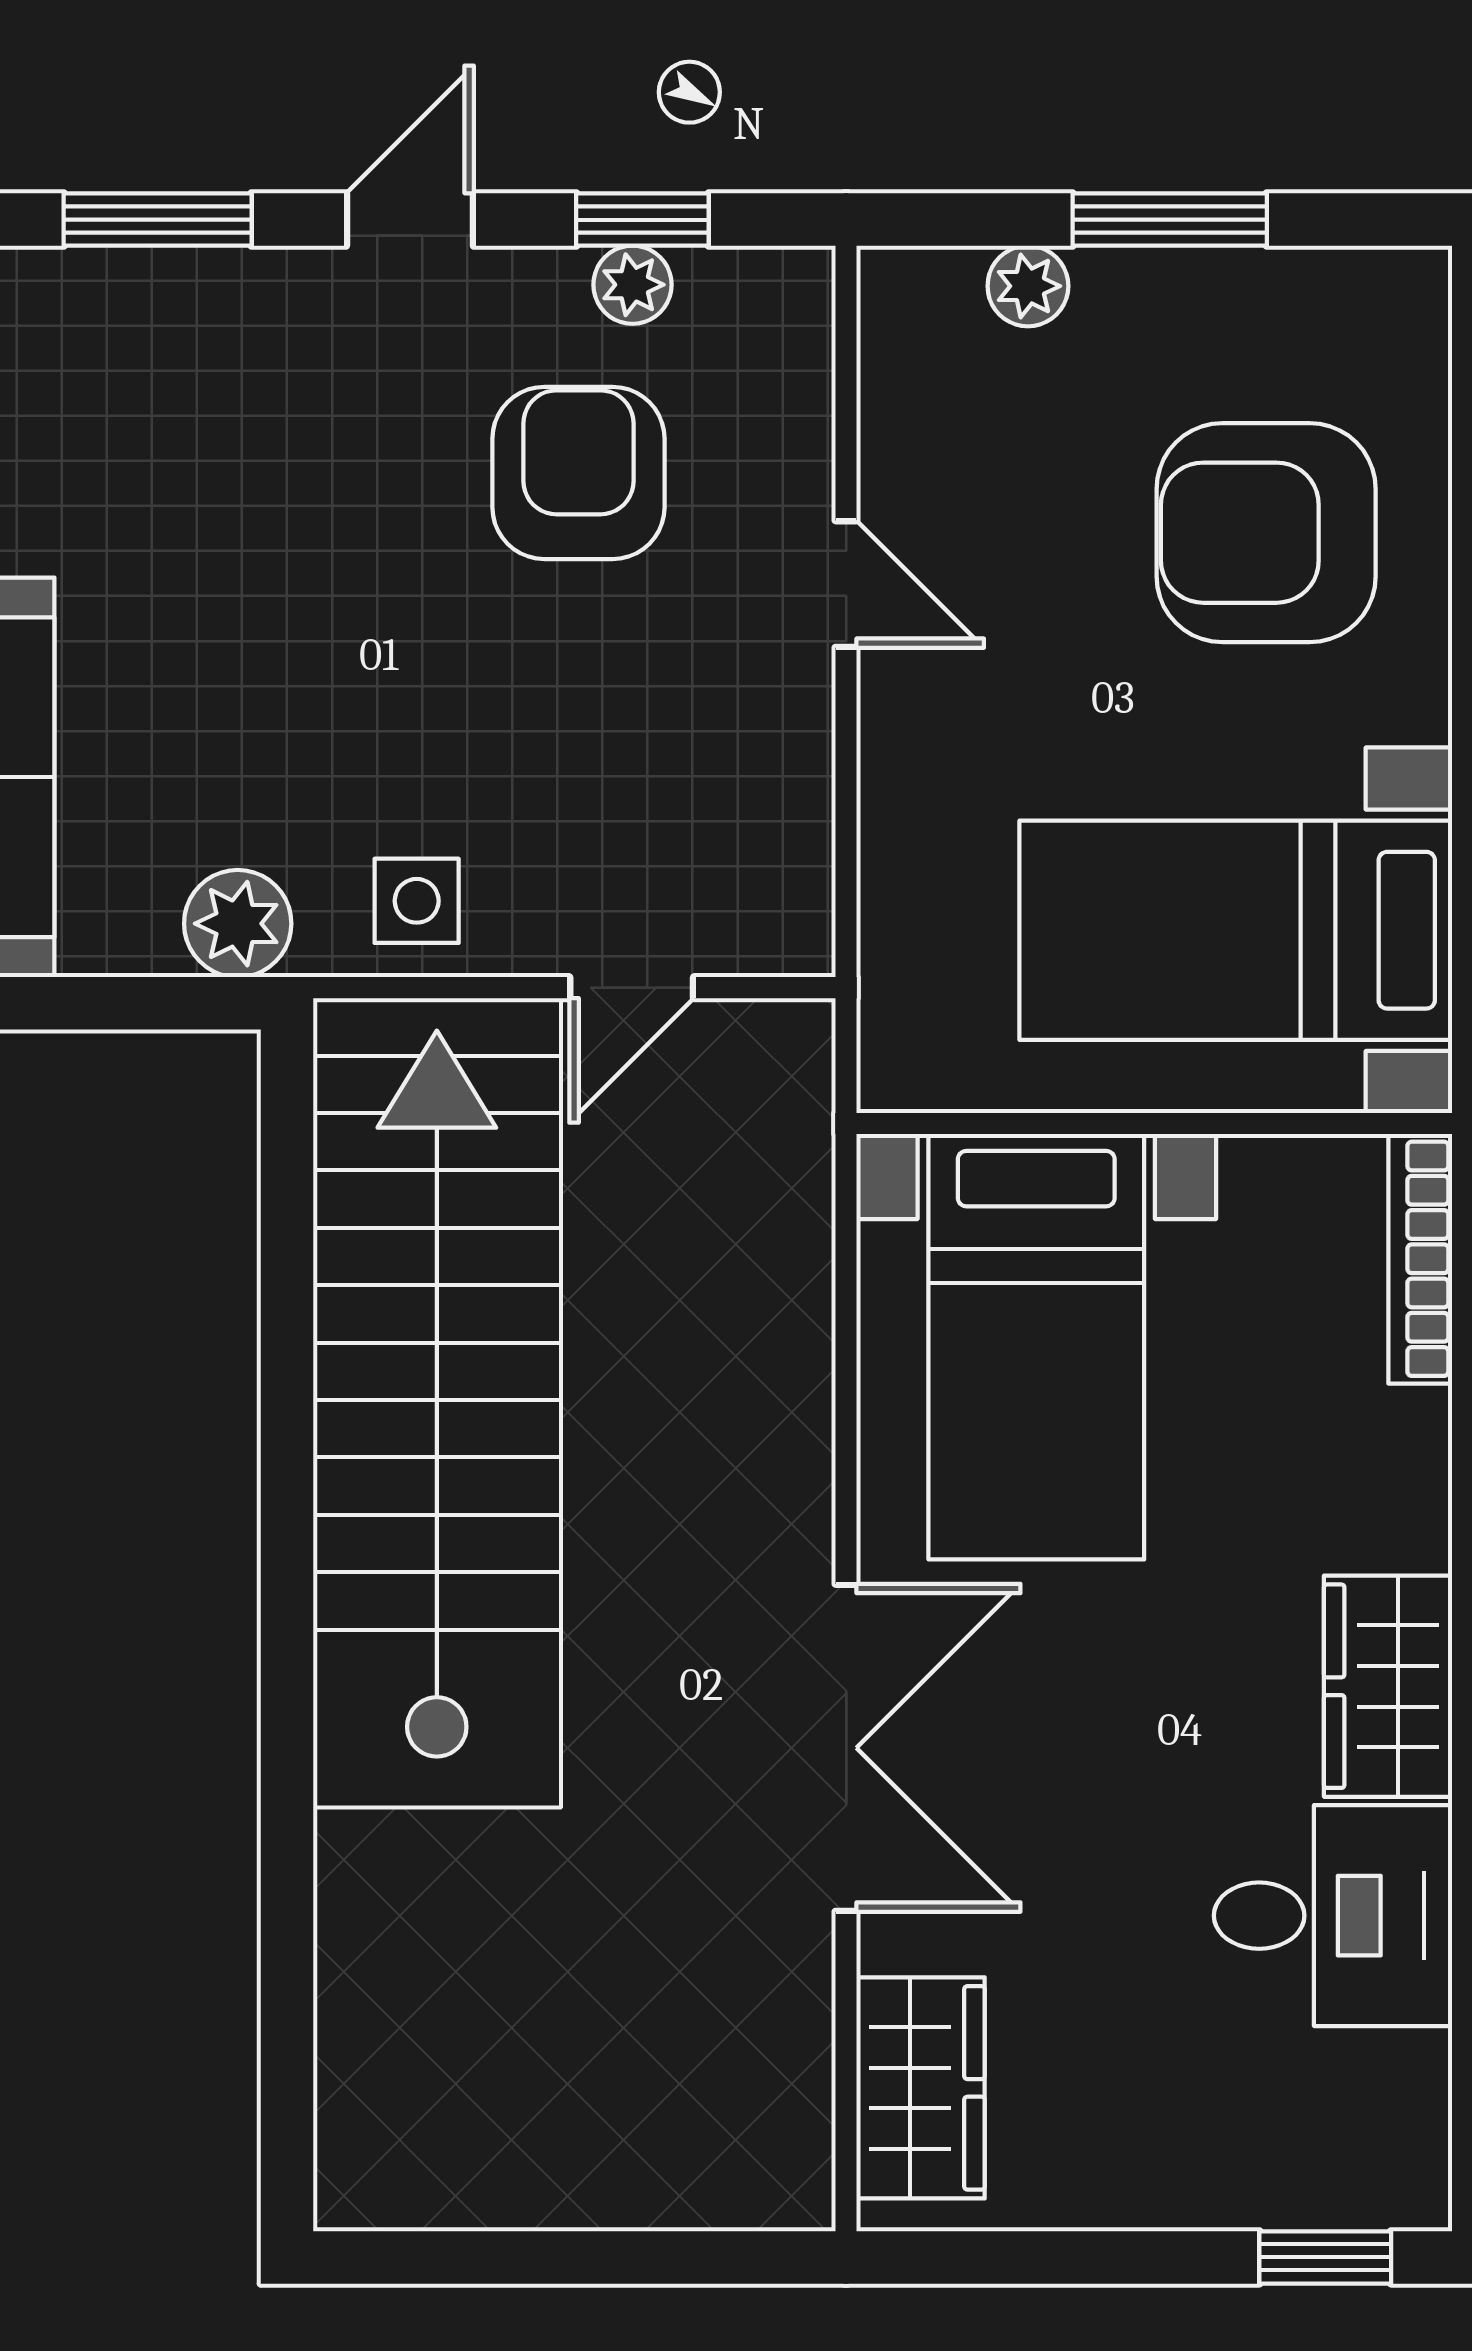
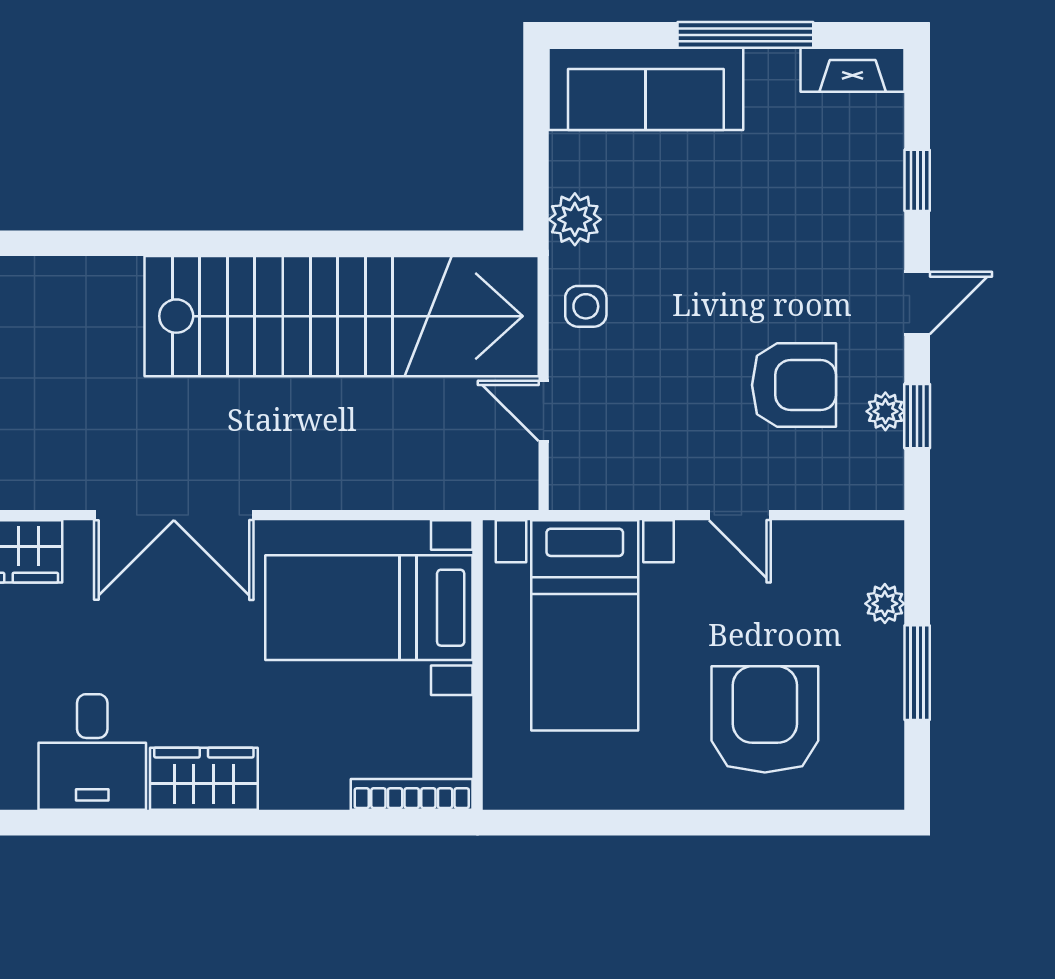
window: (158, 220) -> (917, 180), width x0.67
door: (410, 220) -> (917, 303), hinge flipped
door: (846, 584) -> (740, 515), hinge flipped
bed with nightstands: (1236, 930) -> (585, 625), moved, turned 180

